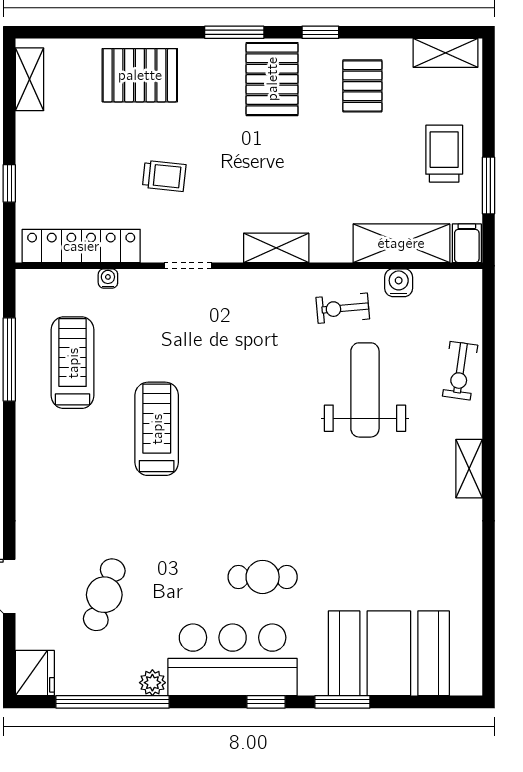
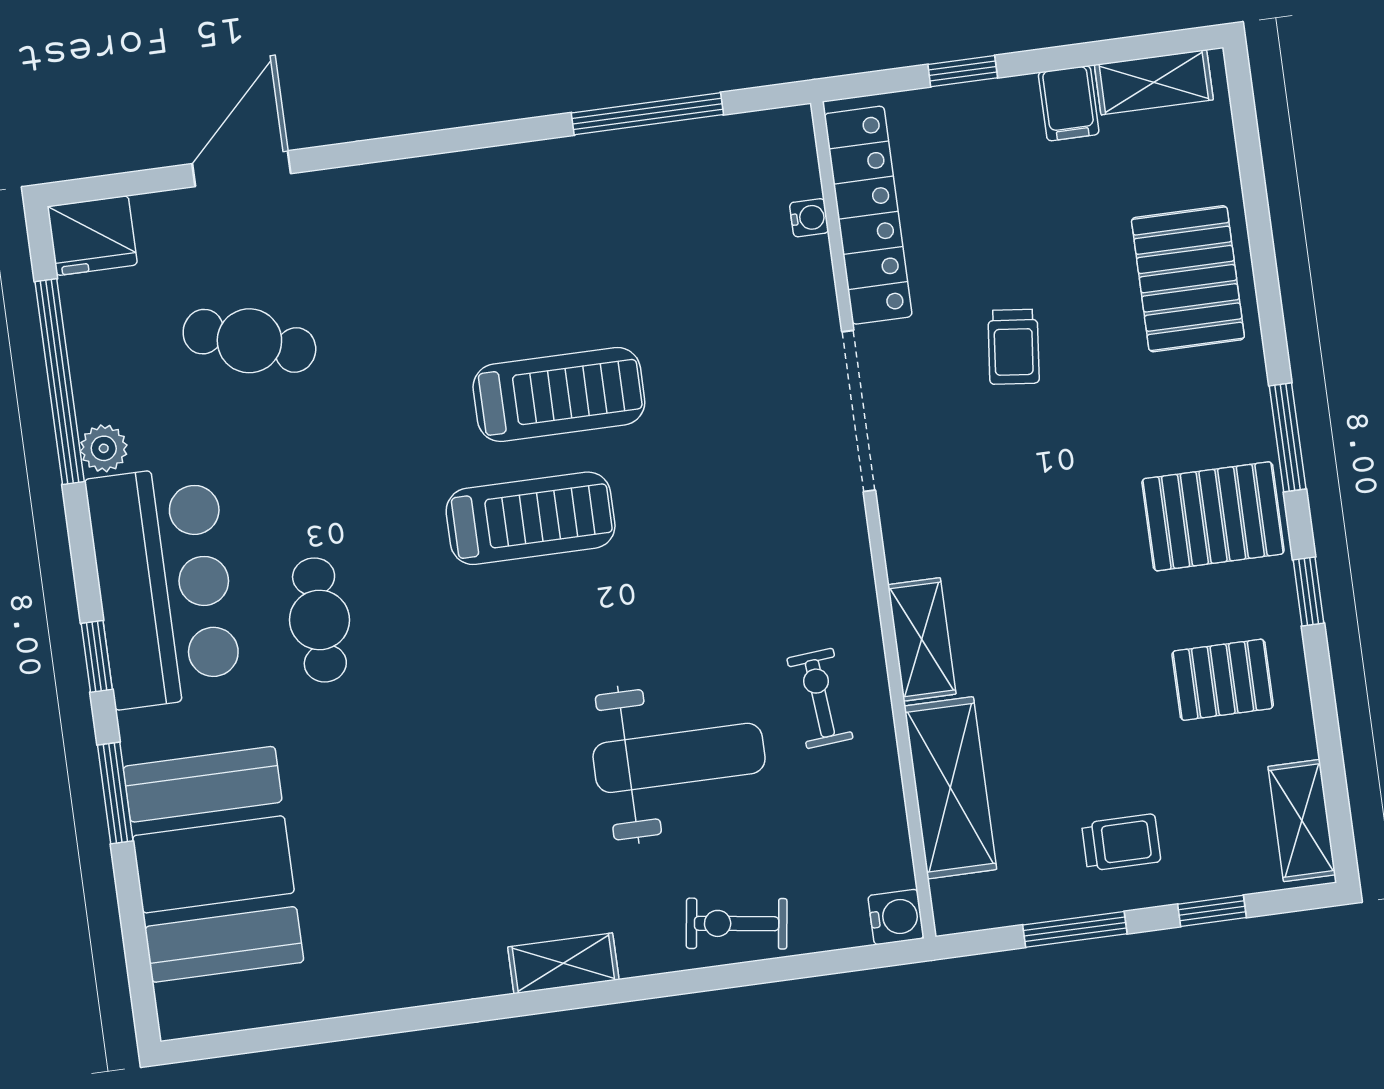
window: (488, 109) -> (1212, 911), added
trolley: (444, 154) -> (1121, 843), width x0.73, depth x0.72
filing cabinet: (467, 243) -> (1069, 103), moved, turned 90
shelving: (276, 248) -> (922, 639), moved
doorway: (188, 266) -> (859, 411), width x1.88
water cooler: (108, 278) -> (809, 218), moved
water cooler: (399, 283) -> (896, 917), moved
treadmill: (73, 363) -> (531, 518), moved

